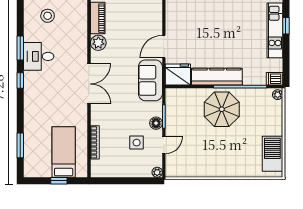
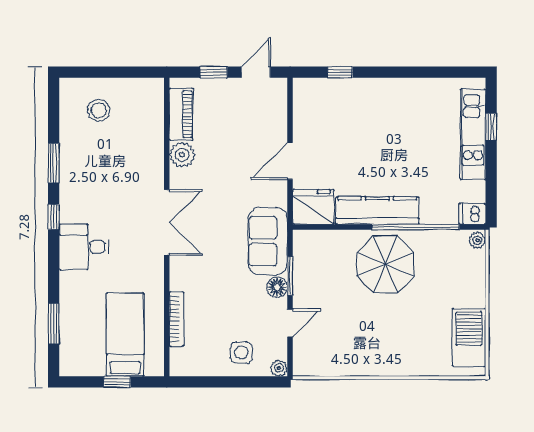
desk: (39, 56) -> (84, 247), moved
sofa: (150, 80) -> (268, 241), moved
side table: (137, 143) -> (241, 353), moved

